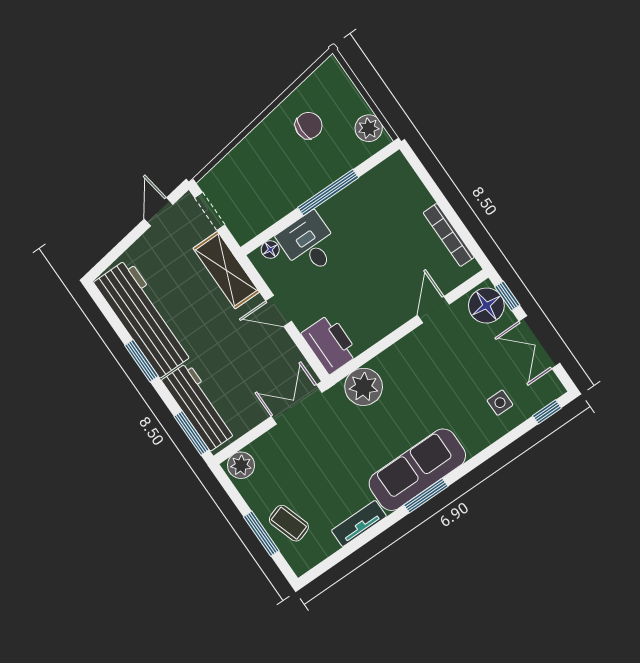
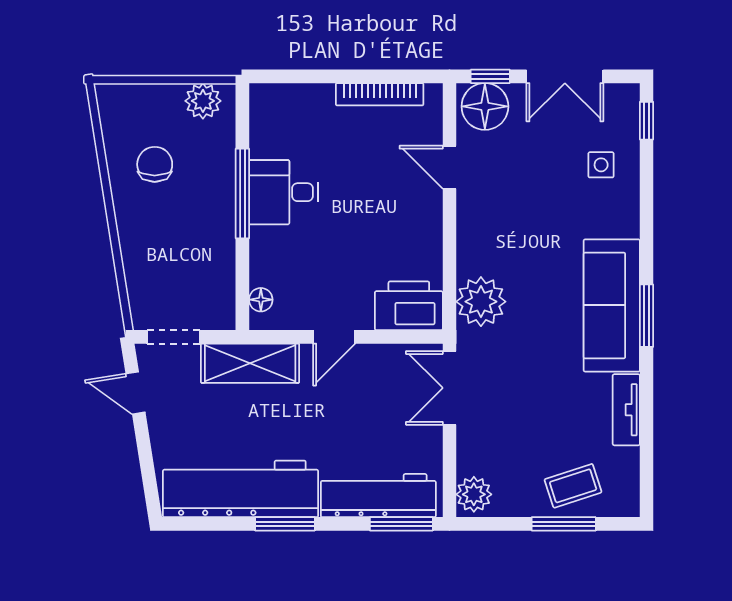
desk: (309, 244) -> (284, 192), moved

